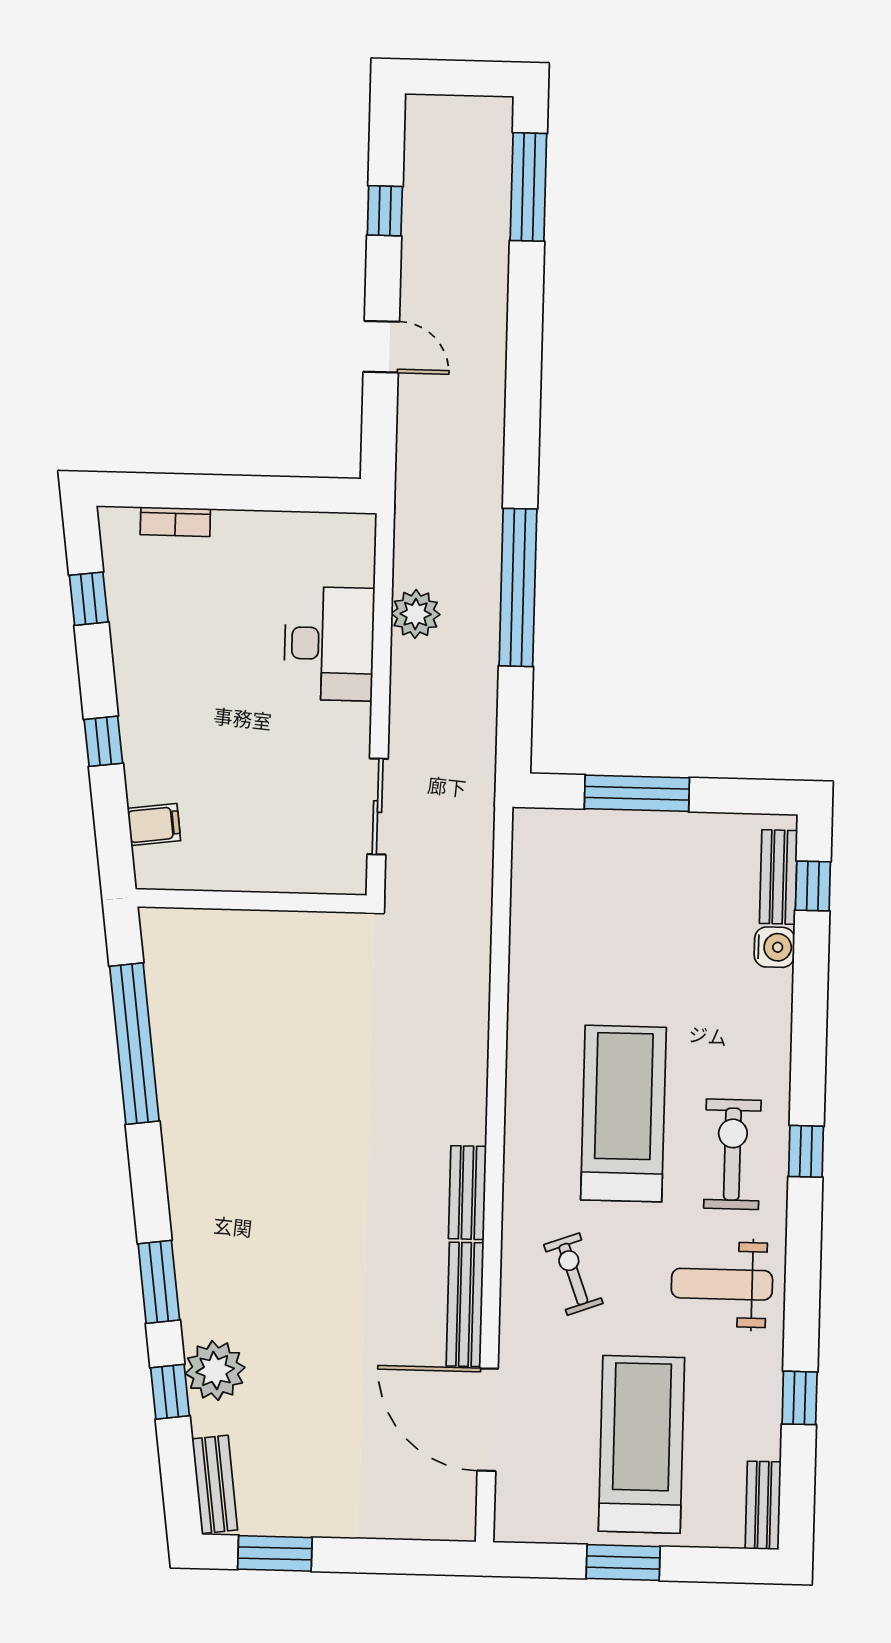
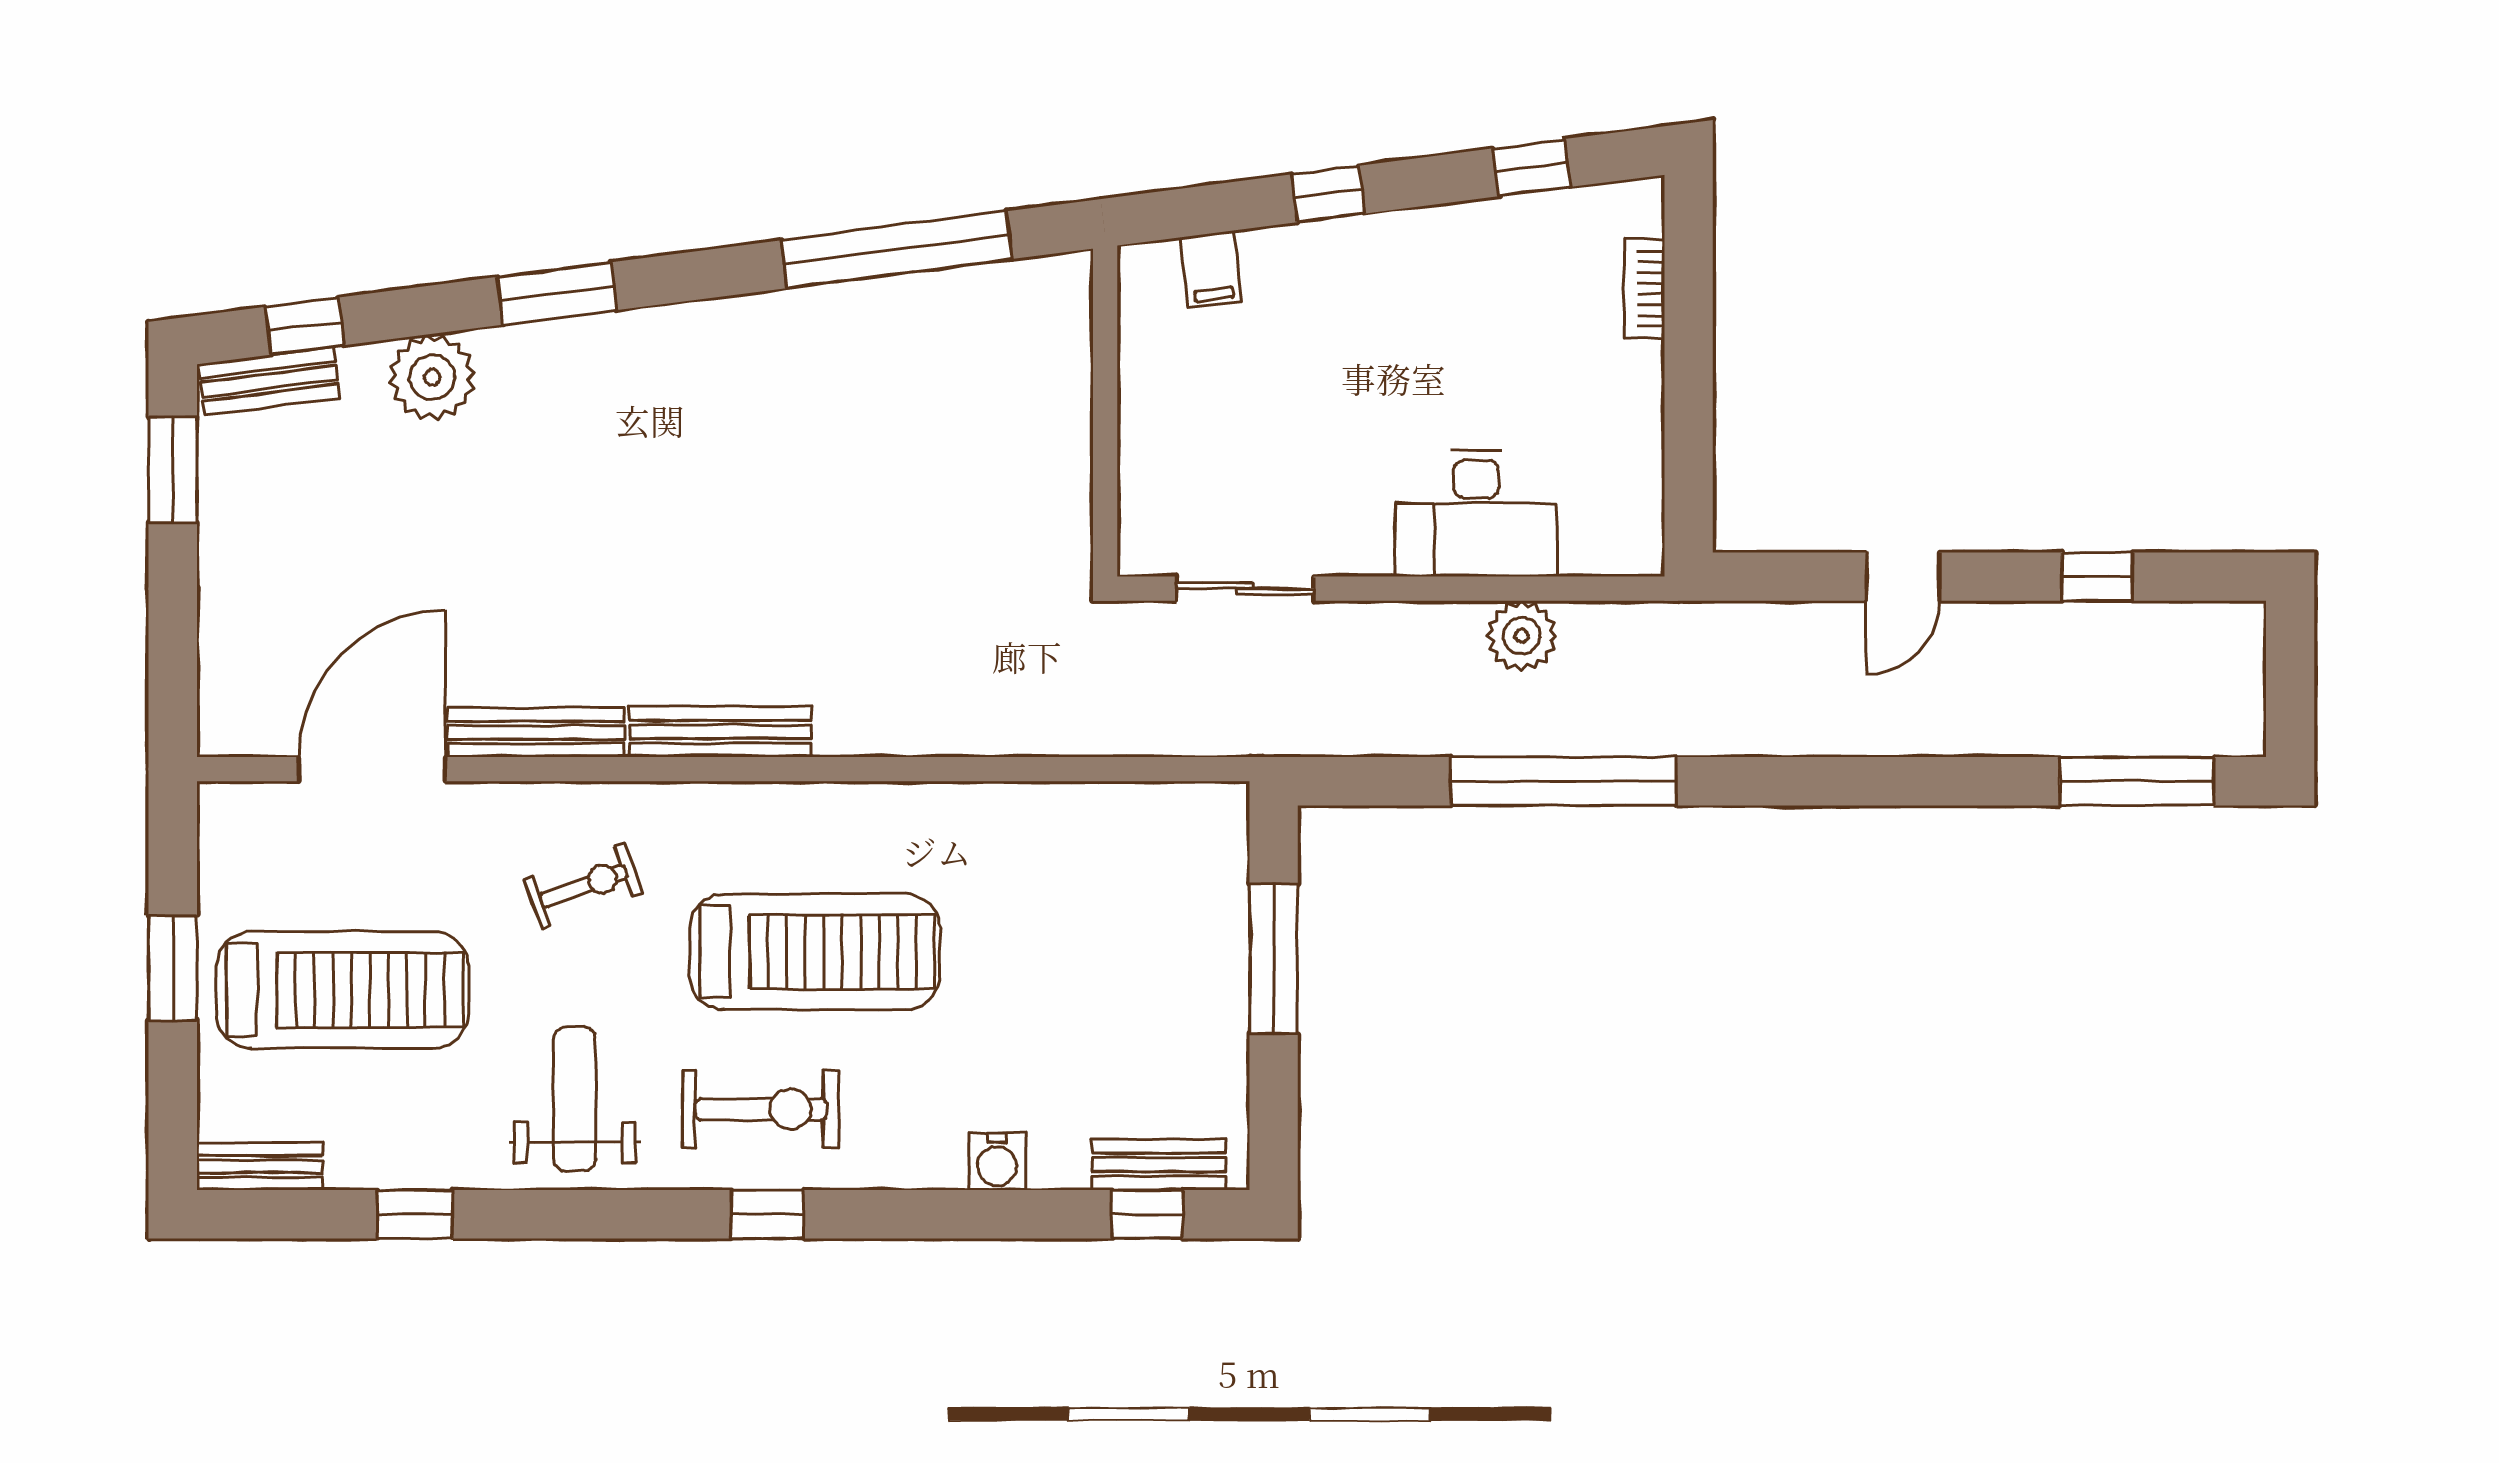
water cooler: (774, 947) -> (997, 1162), moved
bench: (467, 1193) -> (720, 732), width x1.36
window: (170, 1392) -> (305, 326), moved

